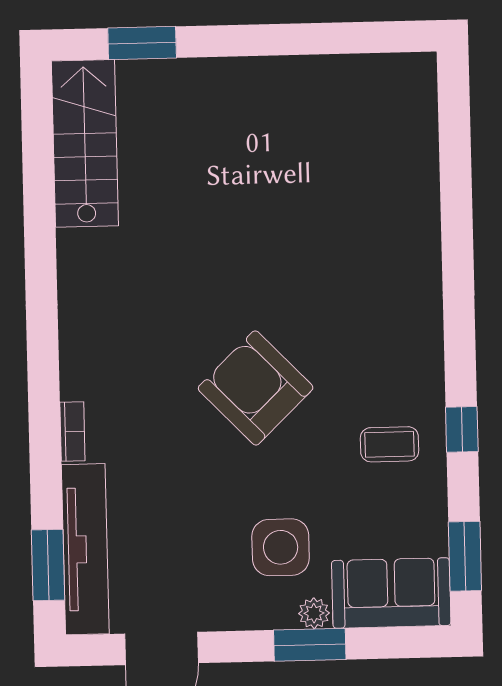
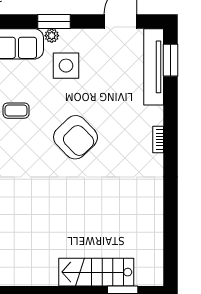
stairs: (85, 143) -> (96, 272), moved, turned 90
bookcase: (72, 431) -> (158, 140), moved

